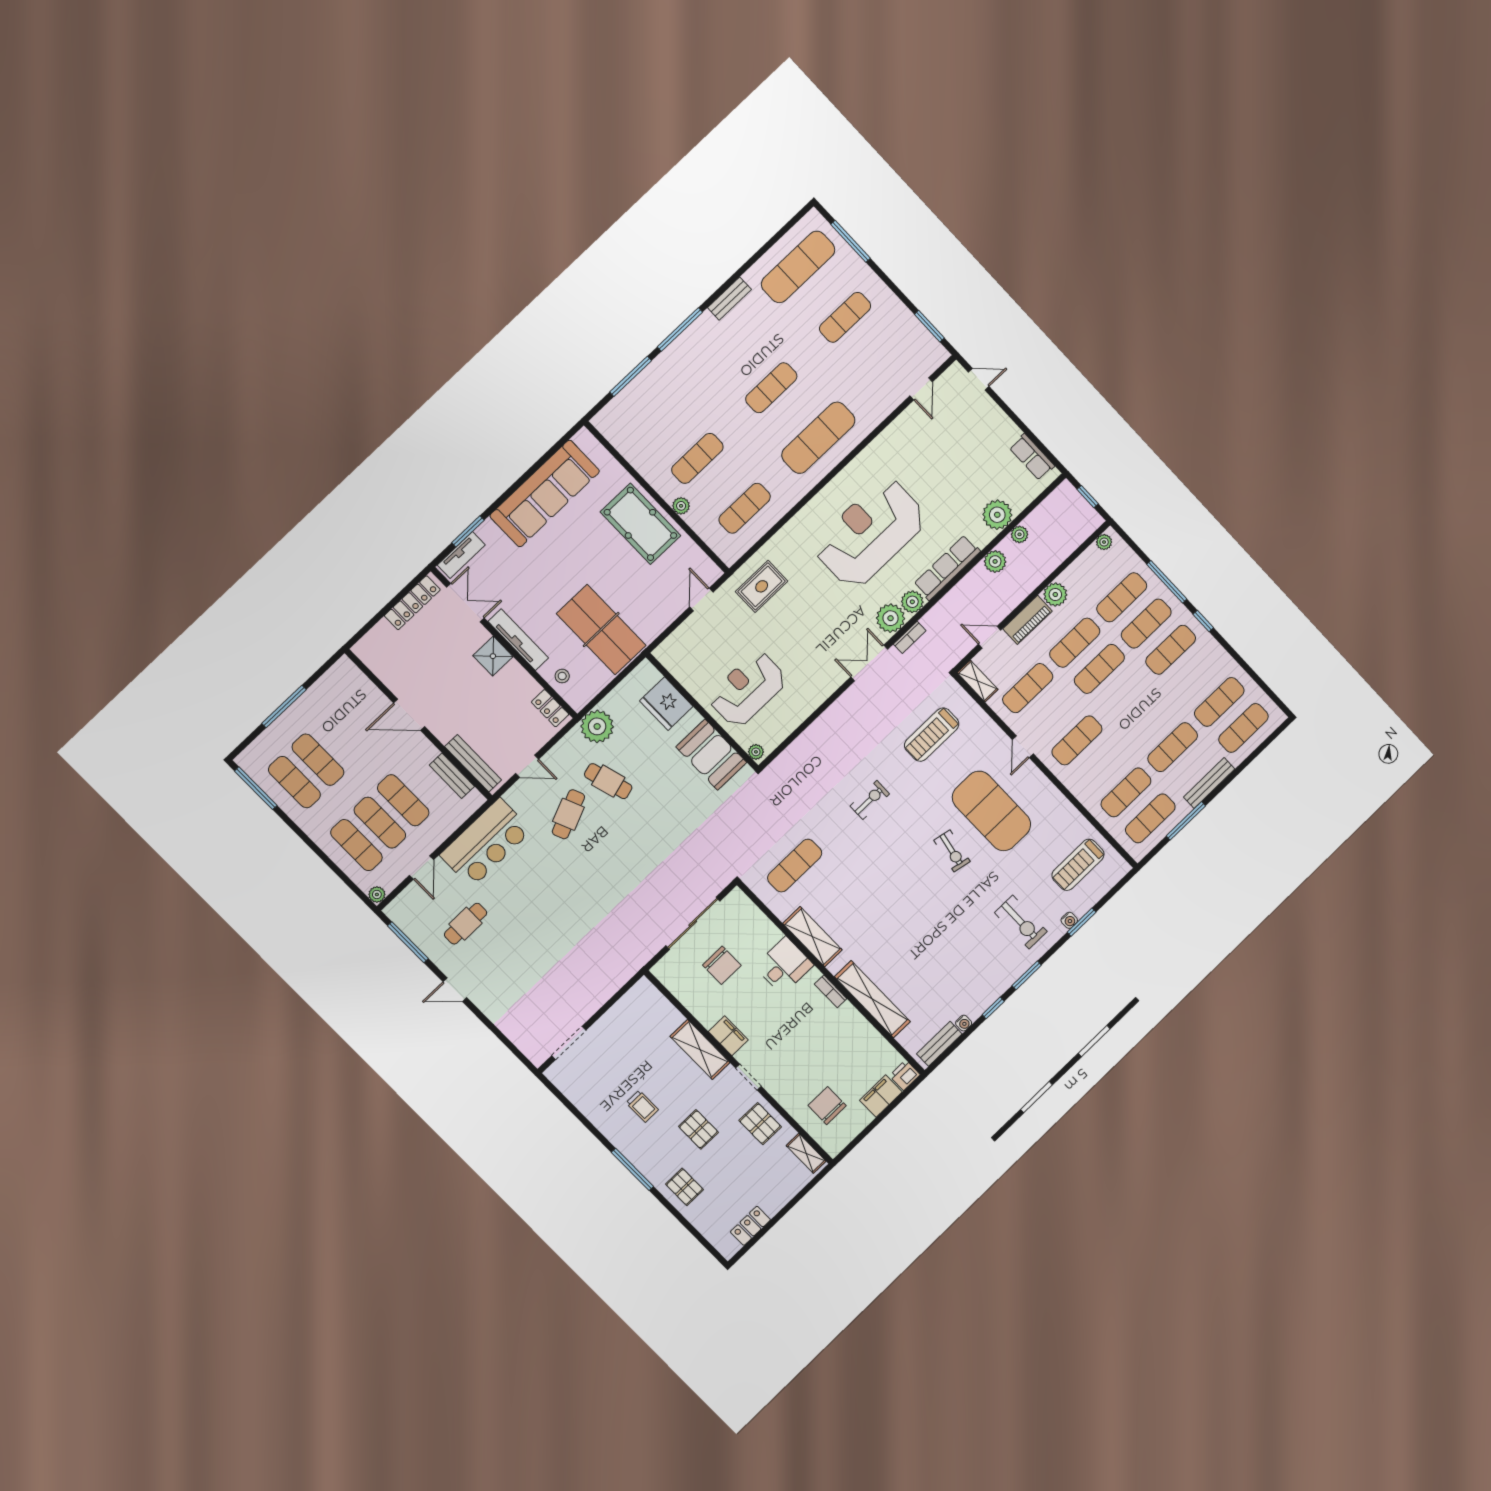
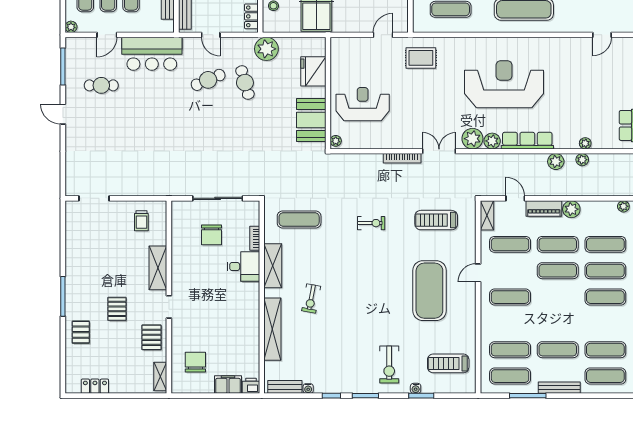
plant: (997, 515) -> (585, 143), width x0.53, depth x0.53
bookcase: (910, 637) -> (402, 158), moved, width x1.56
exercise bike: (952, 851) -> (311, 298), moved
bookcase: (831, 991) -> (255, 238), moved
filing cabinet: (728, 1036) -> (179, 275), removed
trolley: (642, 1106) -> (141, 221), moved

